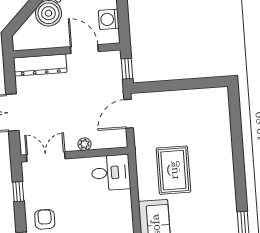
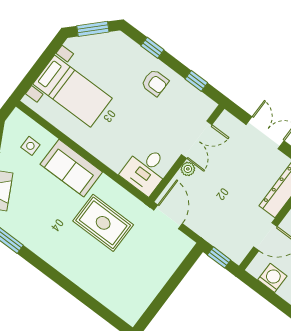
door: (129, 114) -> (168, 217), moved
double door: (46, 157) -> (197, 140), moved

